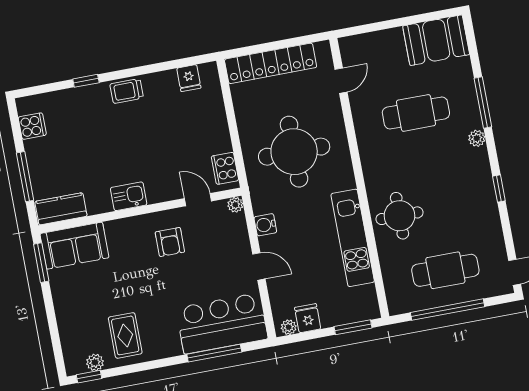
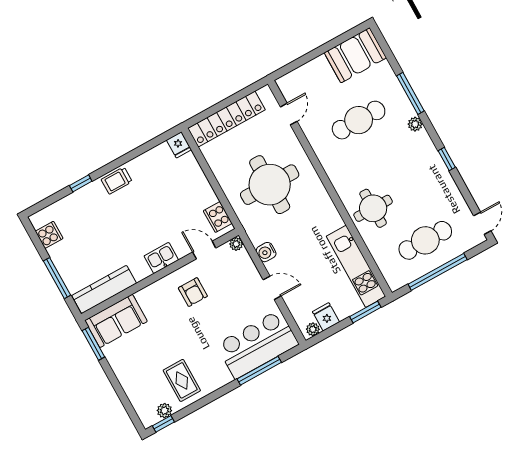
fridge: (189, 78) -> (179, 145), moved
kitchen sink: (129, 196) -> (161, 258), moved
kitchen counter: (61, 209) -> (104, 289), width x1.50
kitchen unit: (353, 238) -> (356, 266), moved

